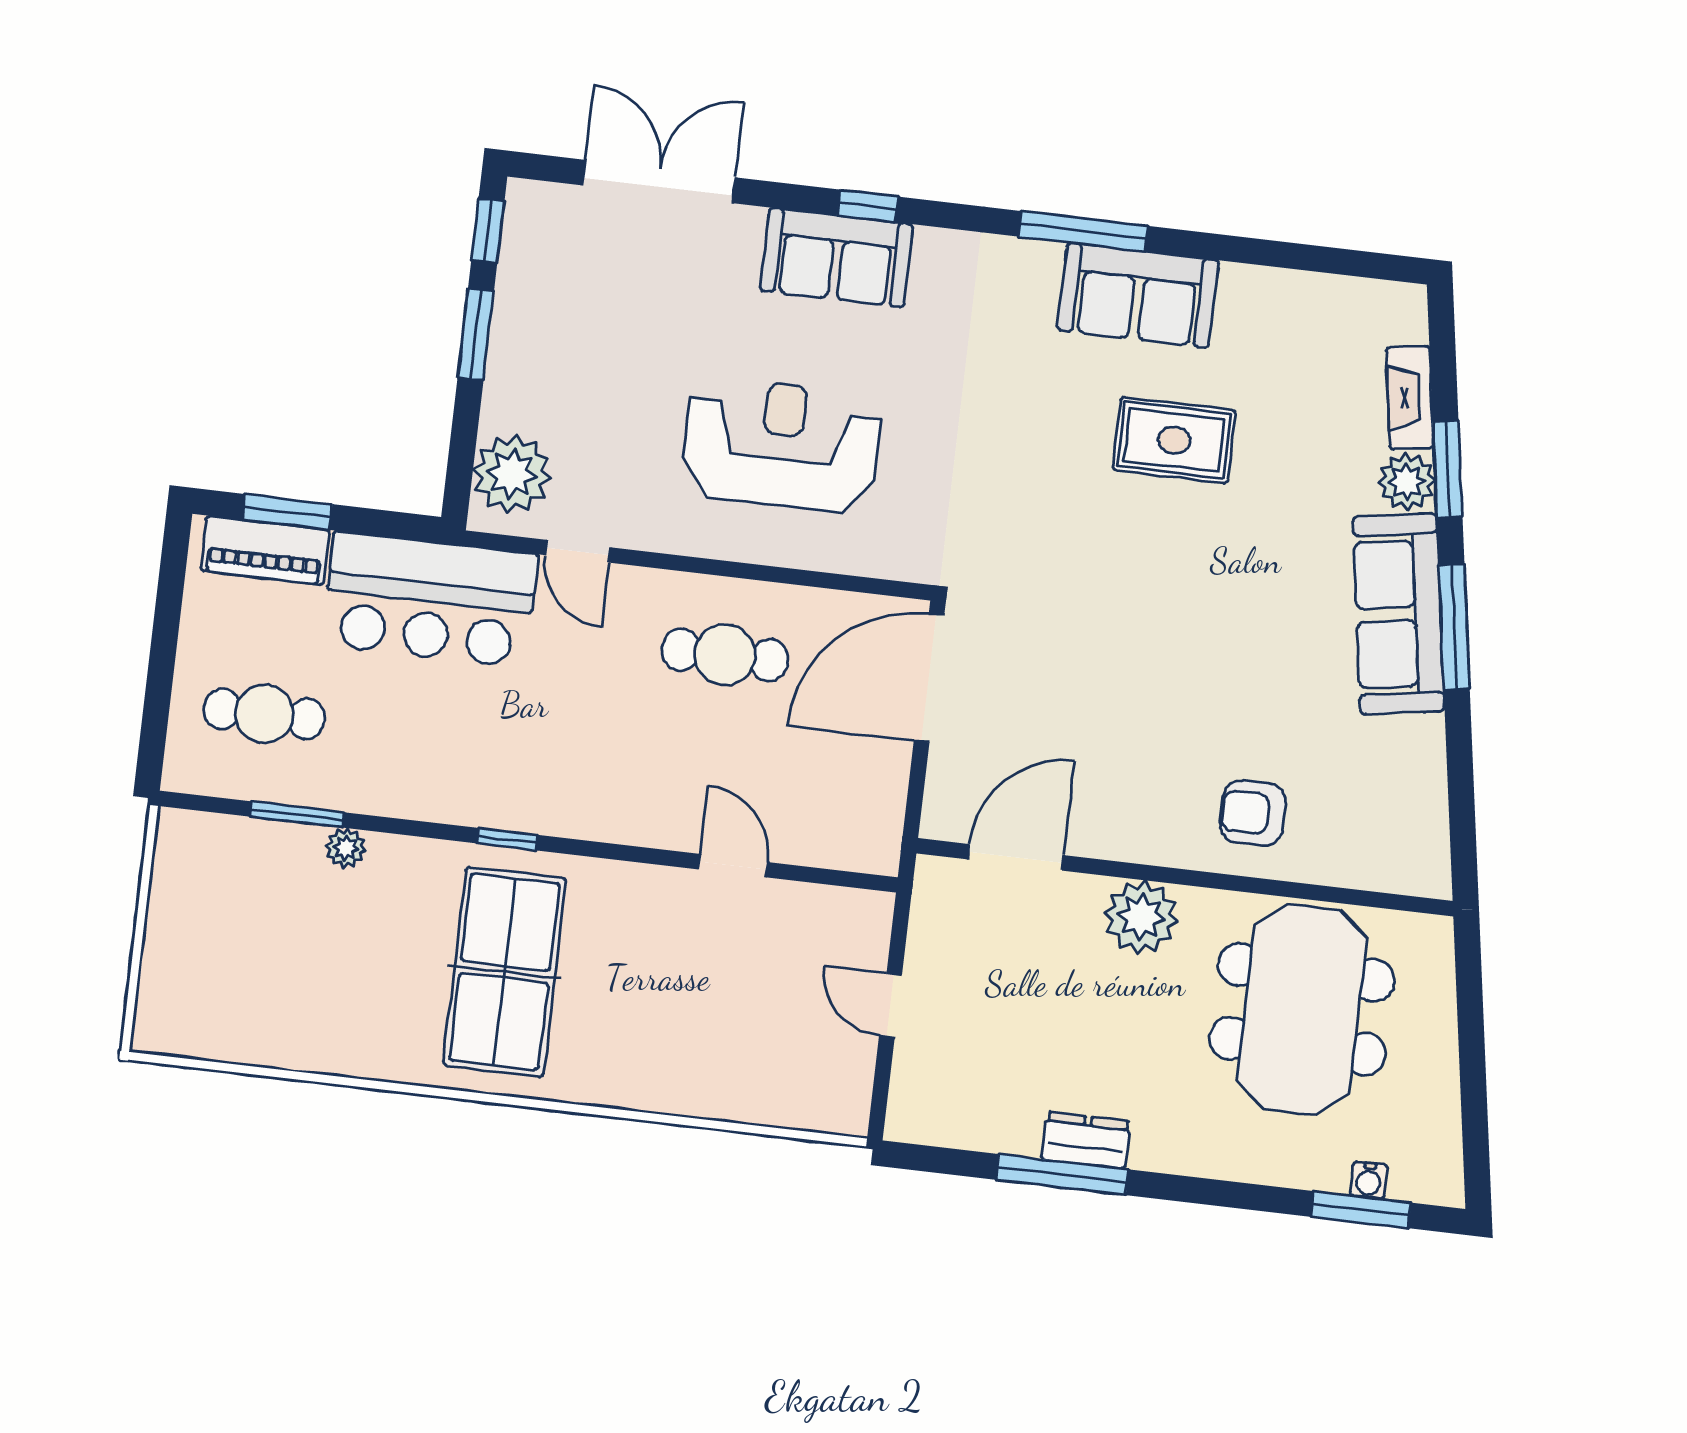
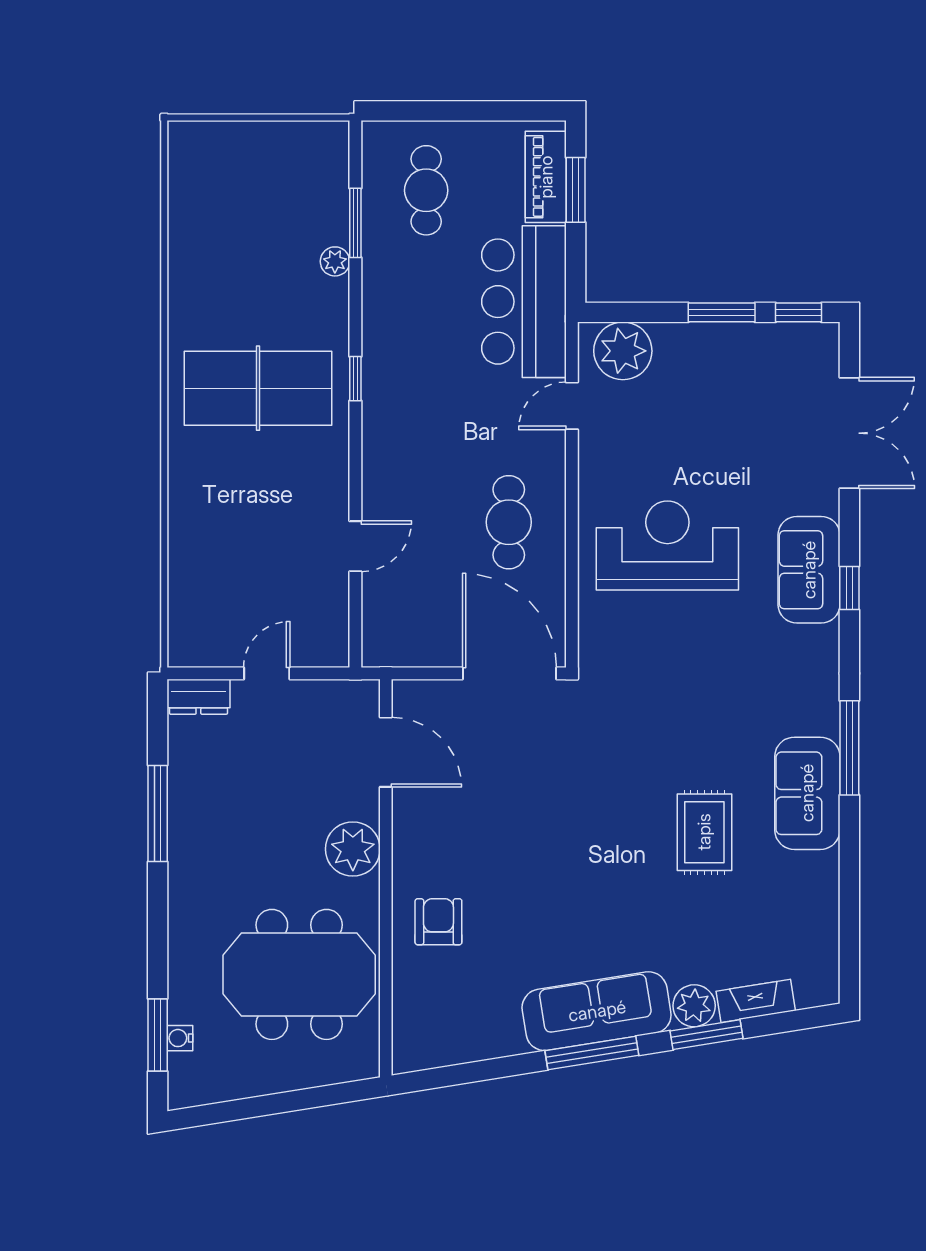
reception desk: (782, 445) -> (667, 546), turned -90
dresser: (1086, 1140) -> (198, 697), moved, turned 90

